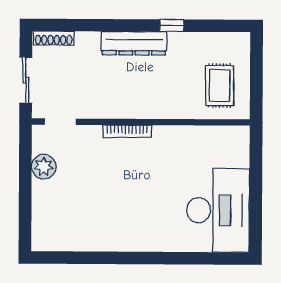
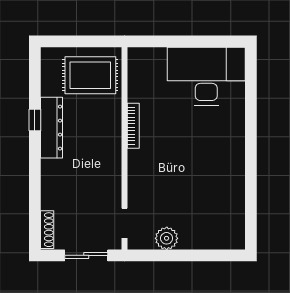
dresser: (134, 43) -> (52, 128), moved
rug: (220, 85) -> (90, 75), width x1.36, depth x1.43
bookcase: (127, 131) -> (133, 126), moved

